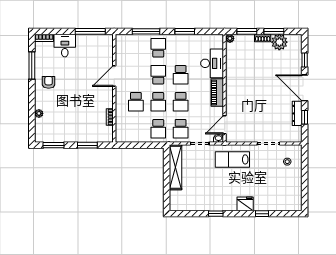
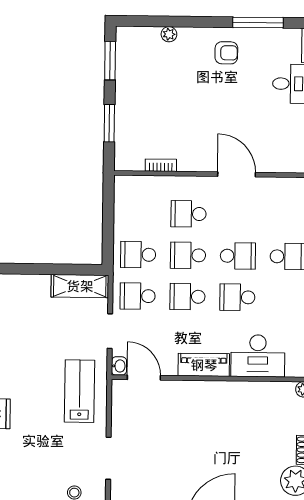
shelving: (176, 167) -> (80, 286), width x0.68

